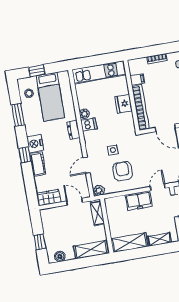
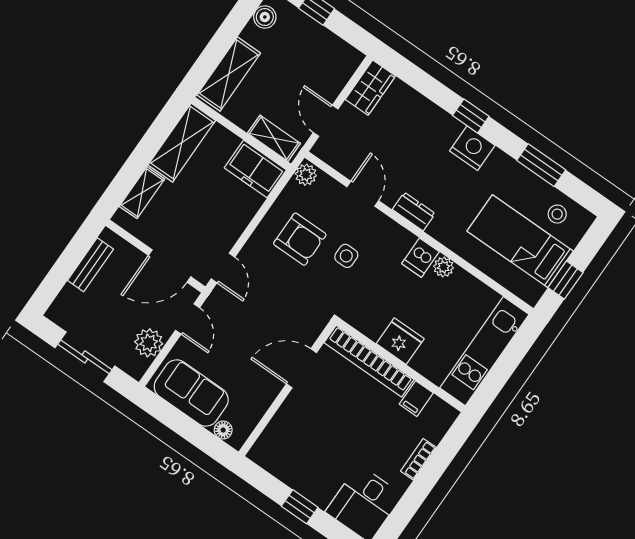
window: (37, 71) -> (565, 280), moved
dresser: (74, 130) -> (414, 212), moved
cot: (38, 164) -> (437, 121), removed
freezer: (139, 201) -> (255, 169), moved, turned -90
door: (74, 202) -> (326, 121), swing flipped

